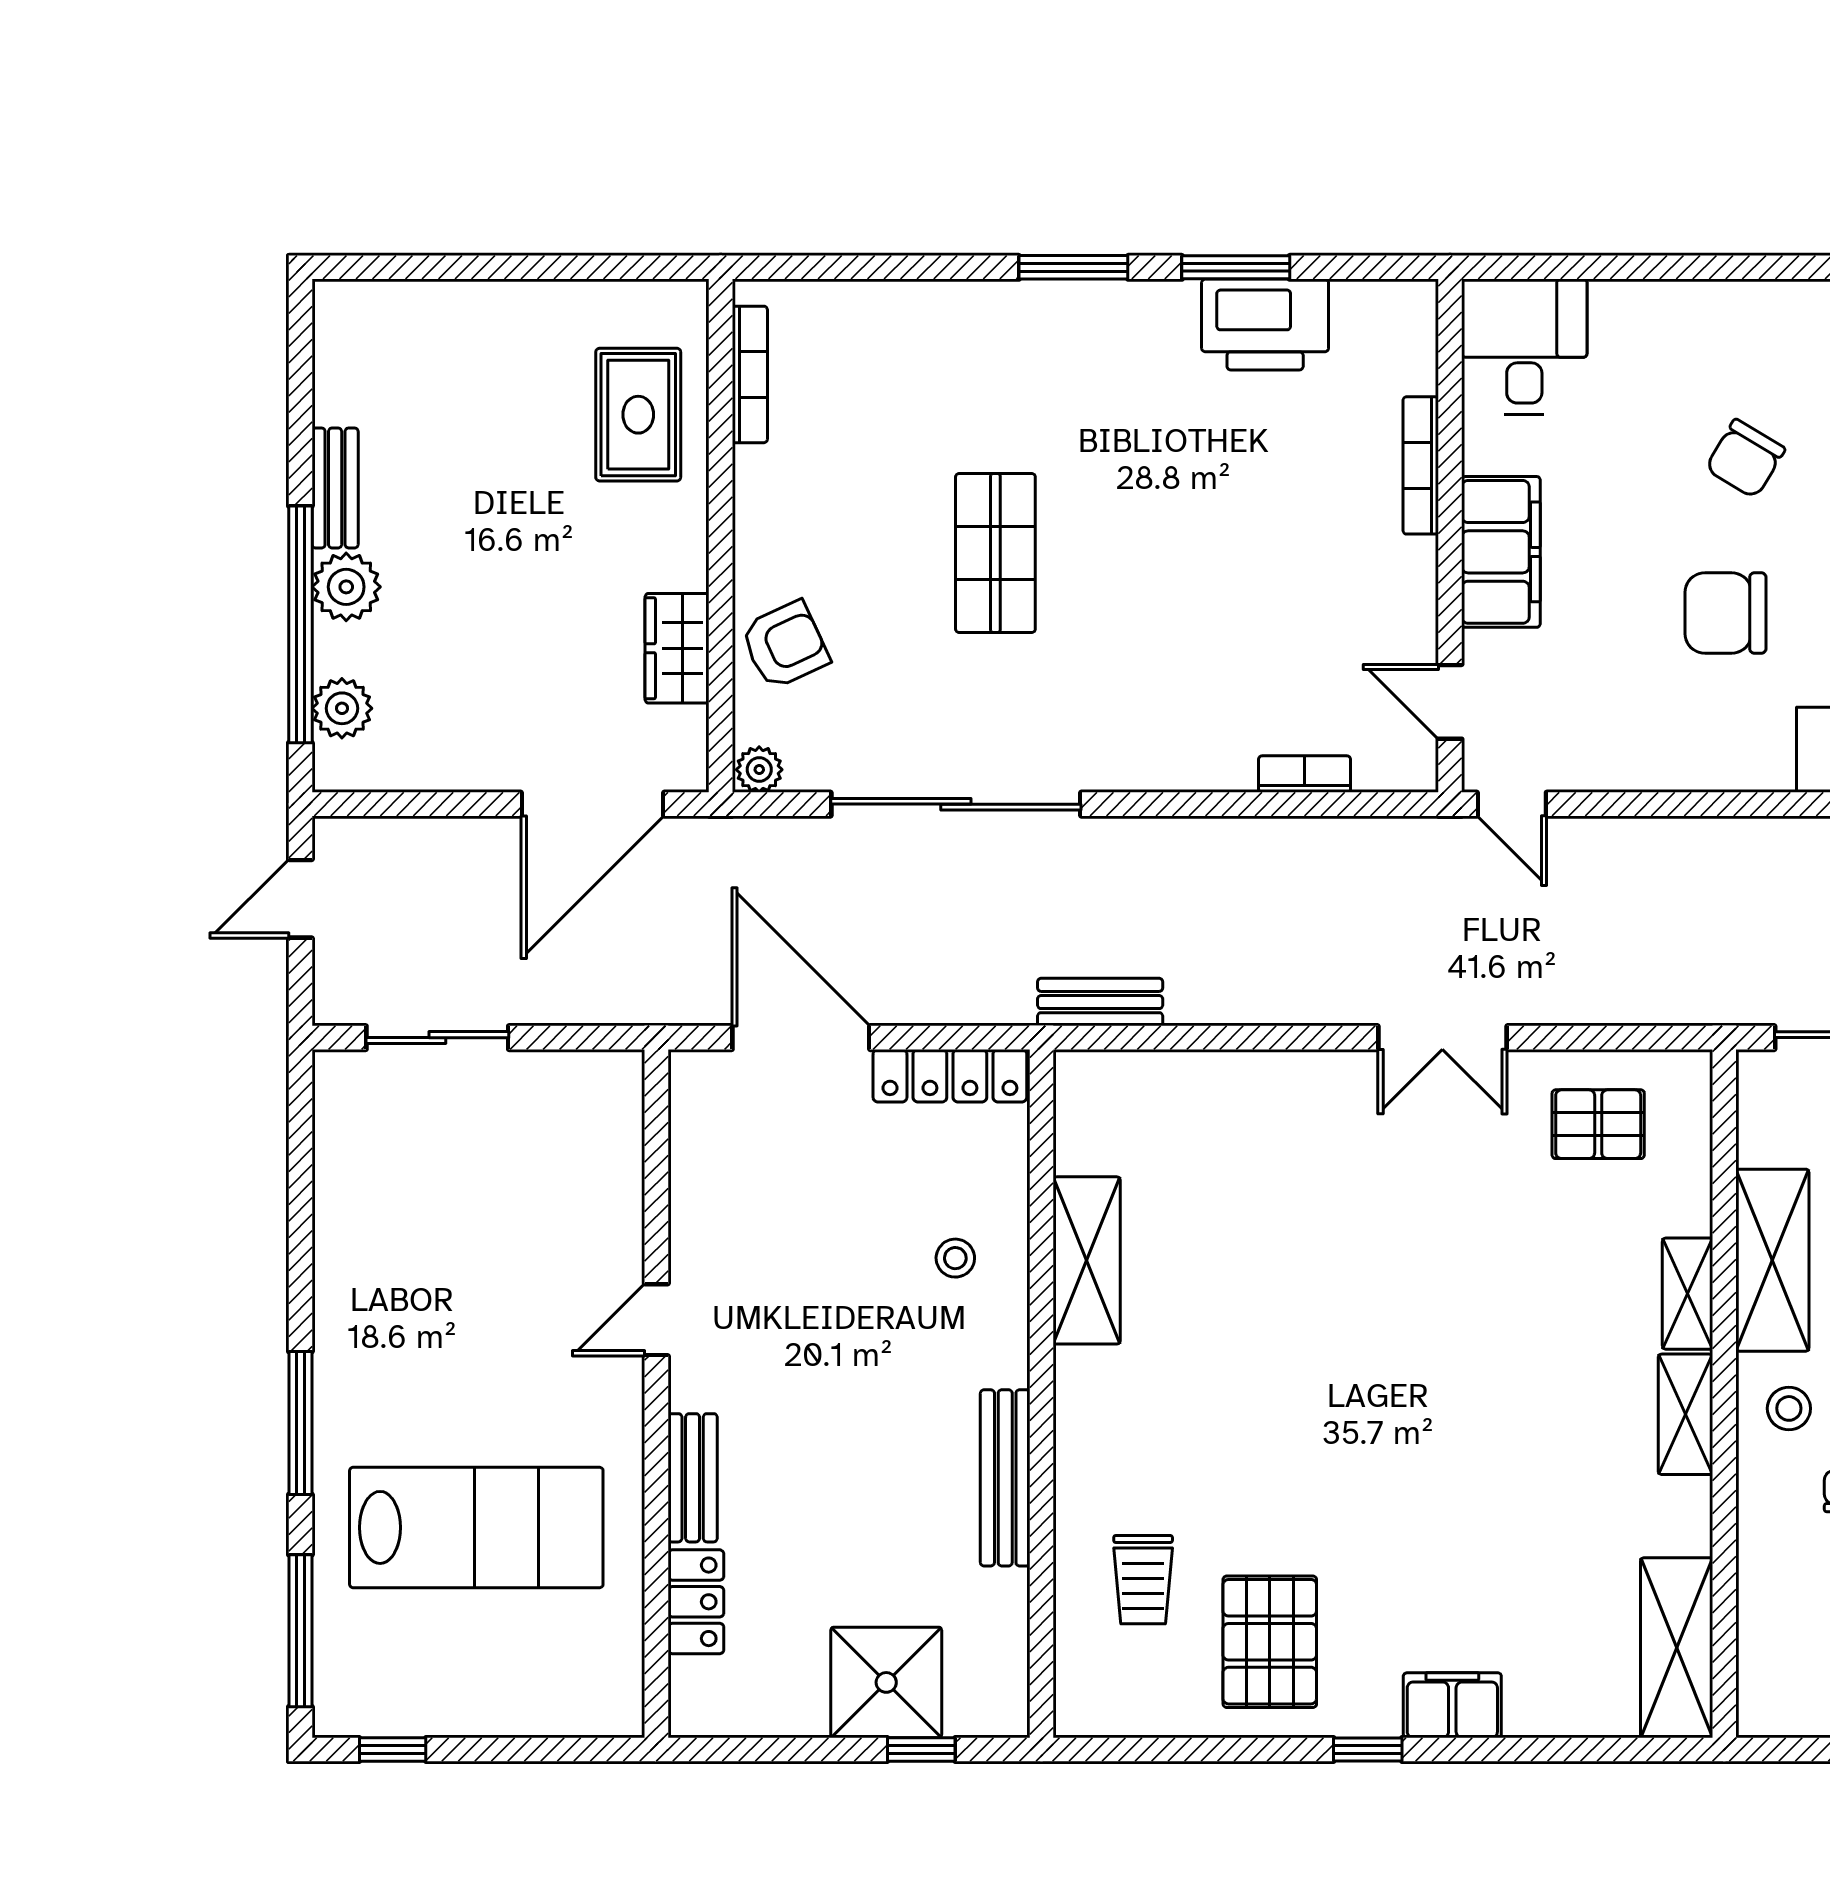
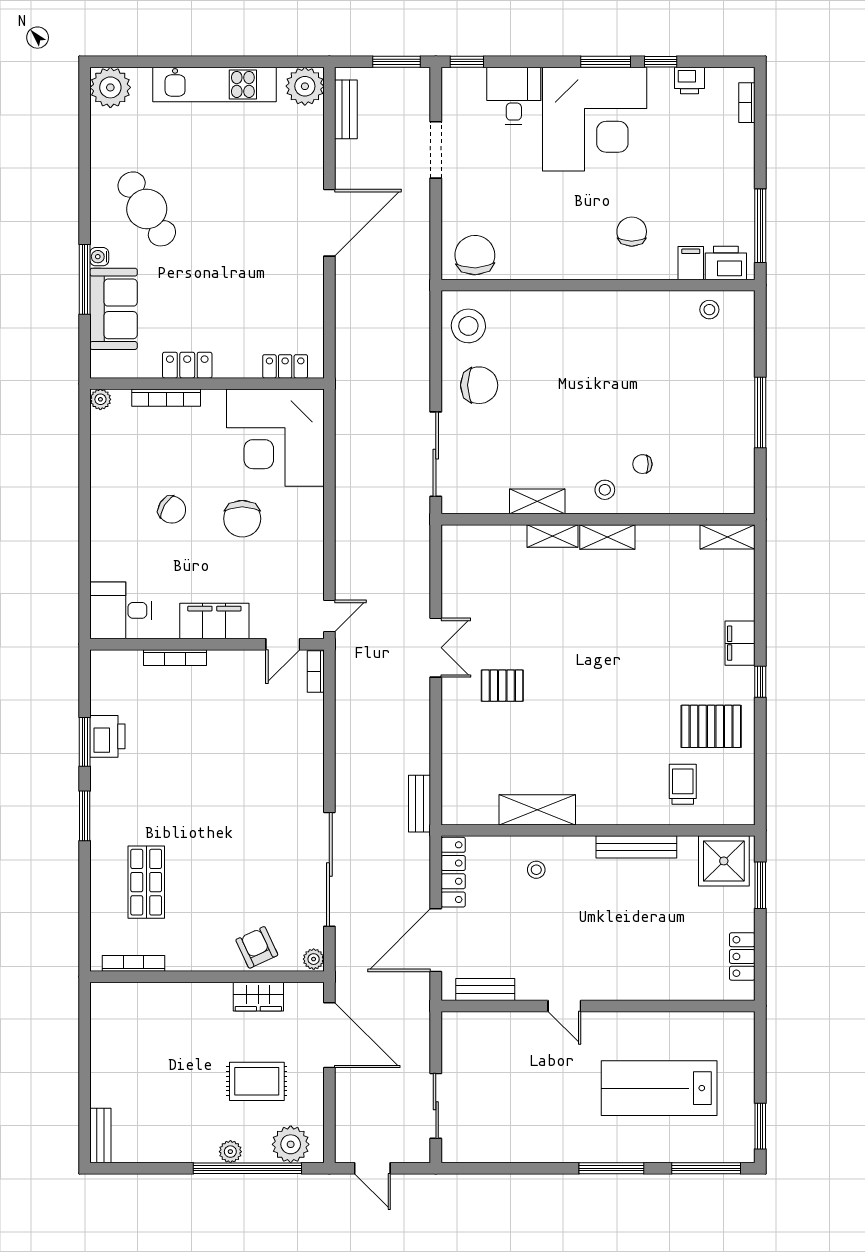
printer: (1265, 324) -> (107, 736), width x0.73, depth x0.84
rug: (638, 415) -> (257, 1081), moved
bench: (335, 488) -> (100, 1135), moved, turned 90
shop shelf: (995, 553) -> (146, 882), moved, turned 90
plant: (346, 587) -> (230, 1152), width x0.73, depth x0.73
plant: (342, 708) -> (291, 1144), width x1.36, depth x1.36
bookcase: (1305, 774) -> (316, 672), moved
pallet: (1598, 1124) -> (502, 686), moved, turned 90
shelving: (1772, 1260) -> (537, 501), width x0.67, depth x0.75
bench: (693, 1478) -> (485, 989), moved
lab bench: (476, 1527) -> (659, 1088), turned -90
trolley: (1143, 1580) -> (683, 784), turned -90
locker: (696, 1602) -> (742, 956), moved, turned -90
shelving: (1677, 1648) -> (728, 537), width x0.67, depth x0.75
shower: (886, 1682) -> (724, 861), moved
window: (393, 1749) -> (760, 1126), width x1.50
window: (921, 1749) -> (760, 885), width x1.50

